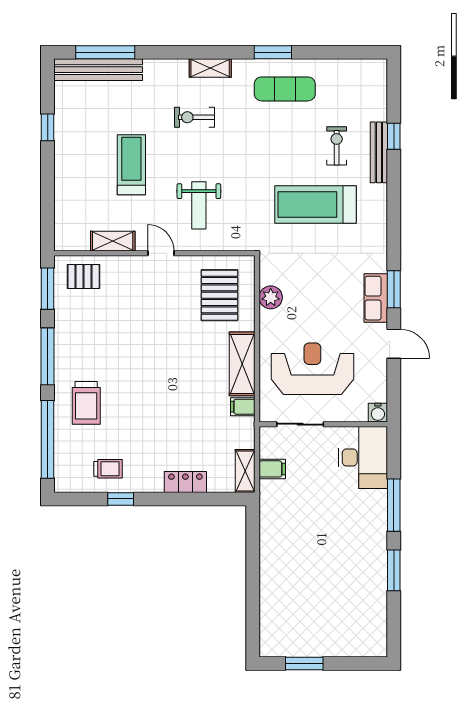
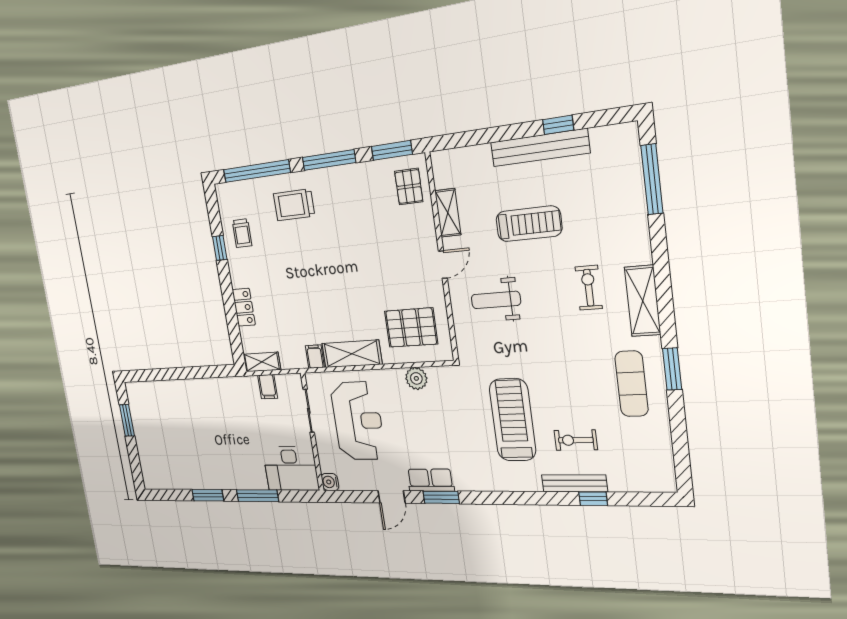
shelving: (210, 68) -> (643, 301), width x1.50, depth x1.33
bench: (98, 70) -> (540, 148), moved, turned 90
exercise bike: (337, 146) -> (576, 440), turned 180

